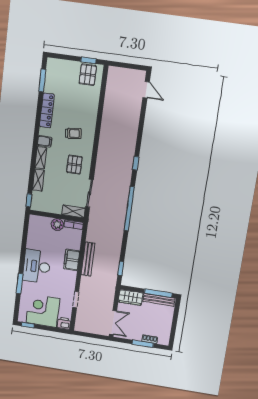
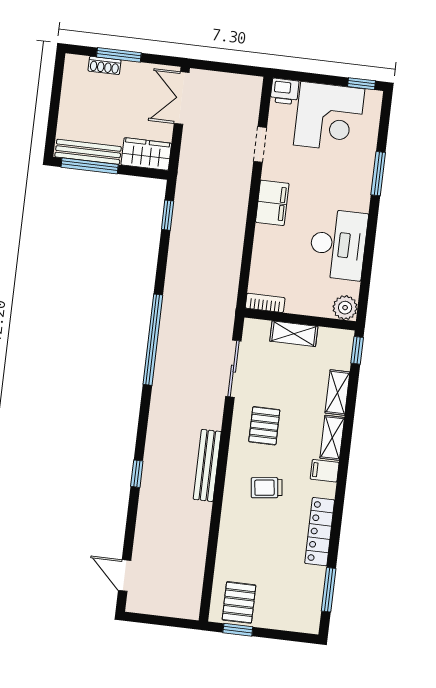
window: (136, 163) -> (137, 474), moved
shelving: (73, 211) -> (294, 334), moved
plant: (57, 225) -> (345, 308), moved
bench: (88, 259) -> (207, 465), moved
filing cabinet: (72, 260) -> (272, 203), moved
desk: (37, 266) -> (338, 244), moved

